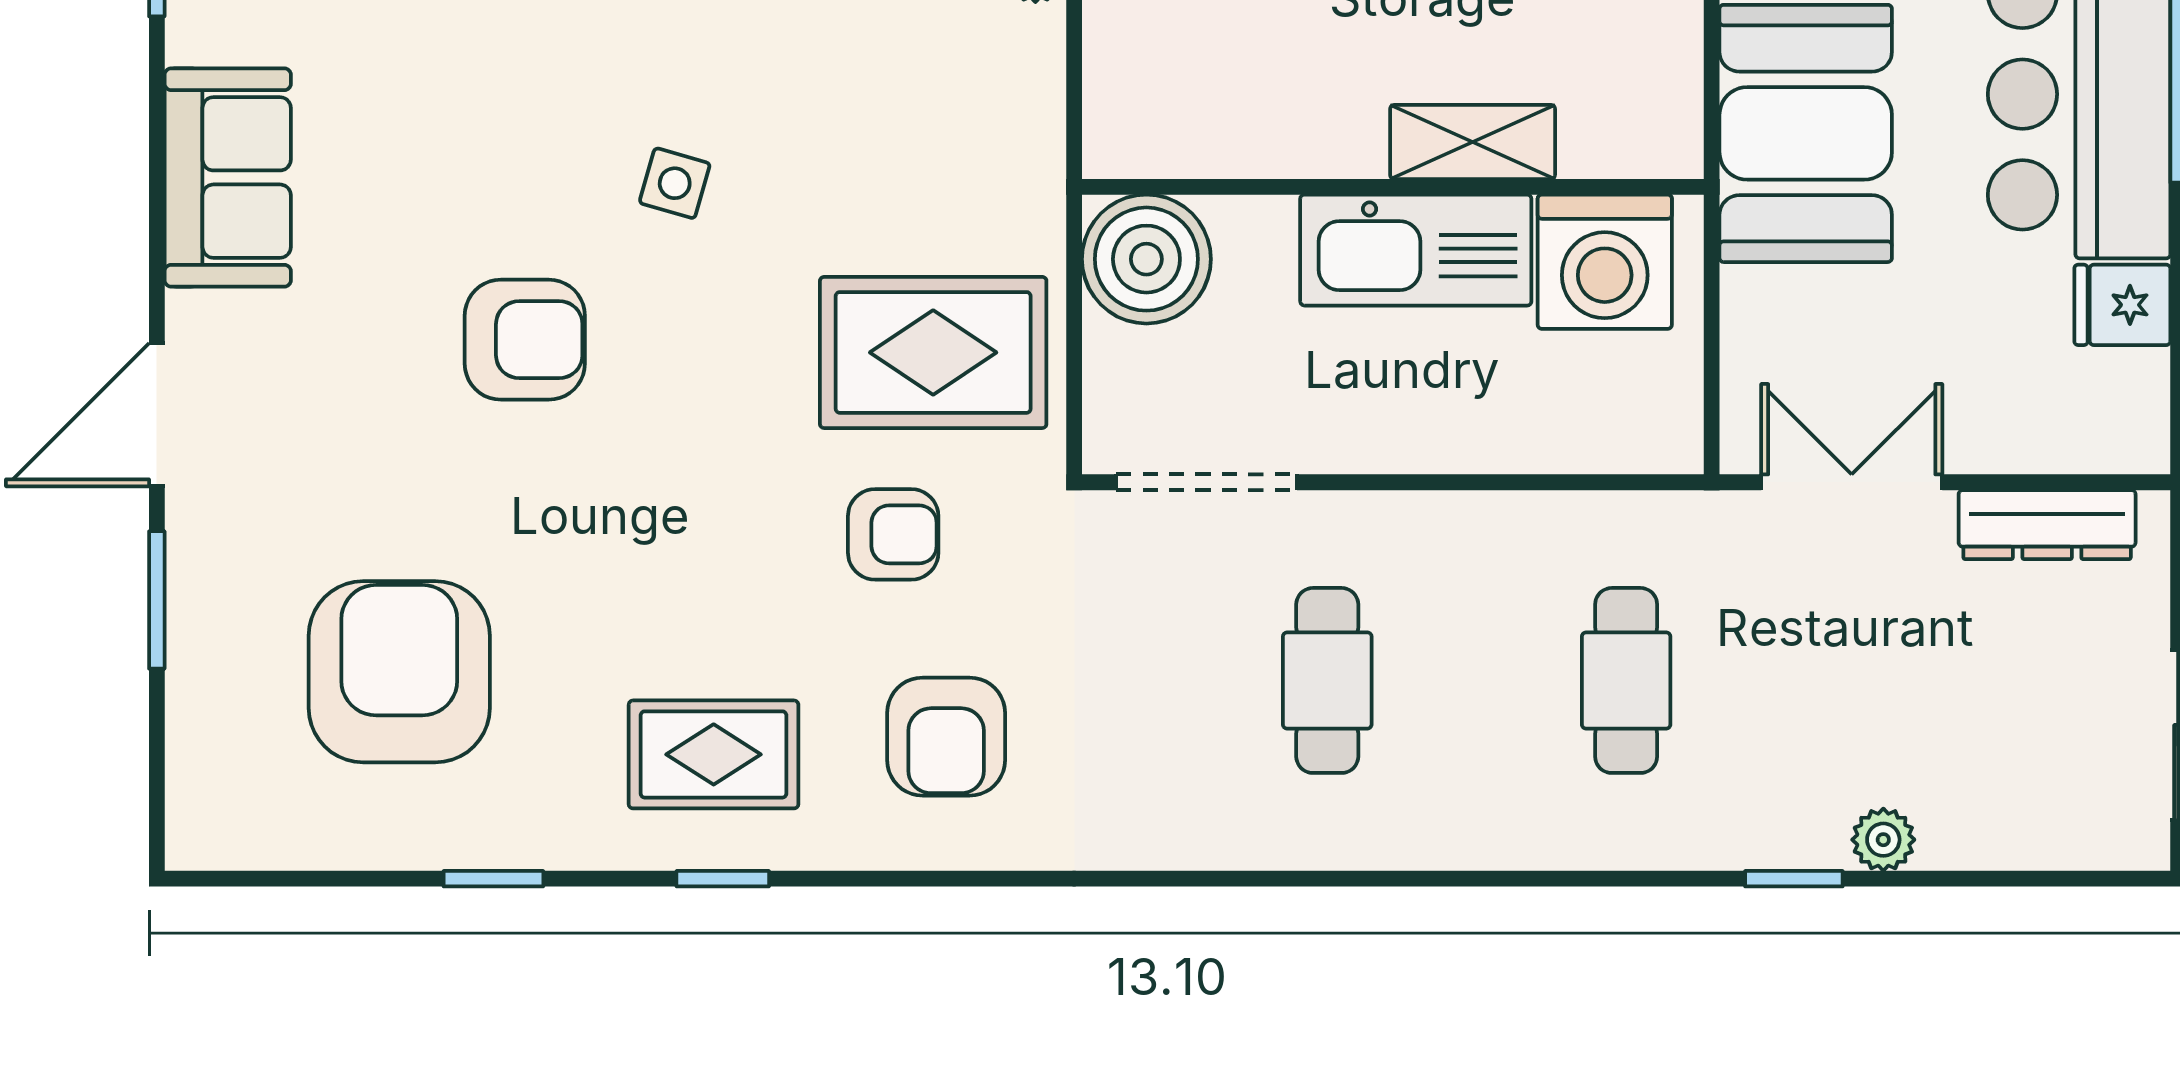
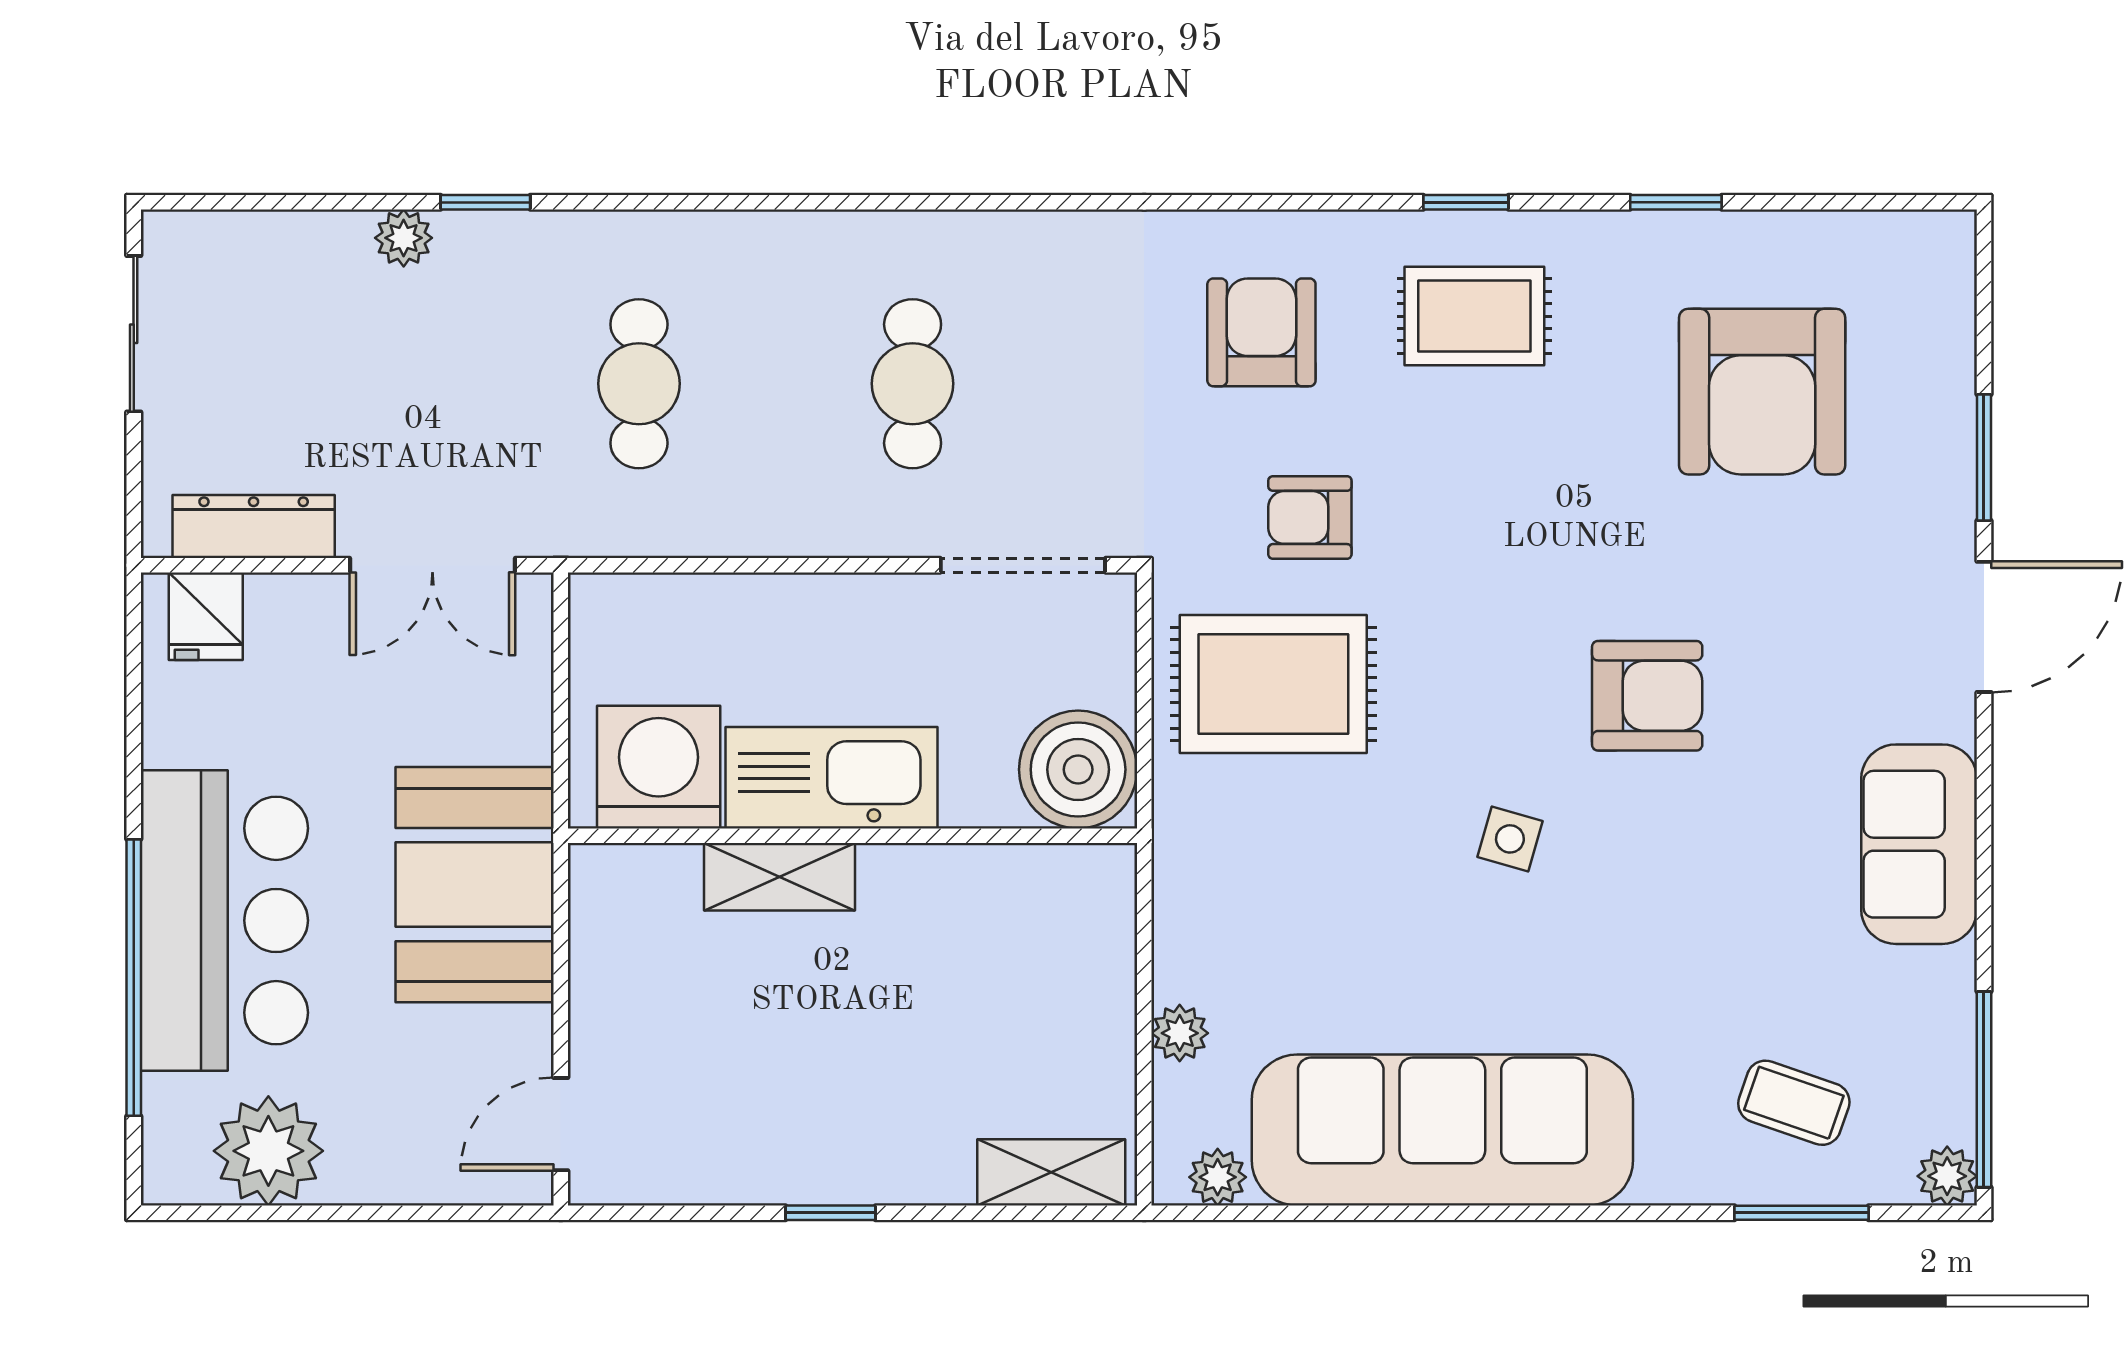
fridge: (2122, 305) -> (206, 616), moved, turned 90
armchair: (525, 340) -> (1647, 696), turned 180

